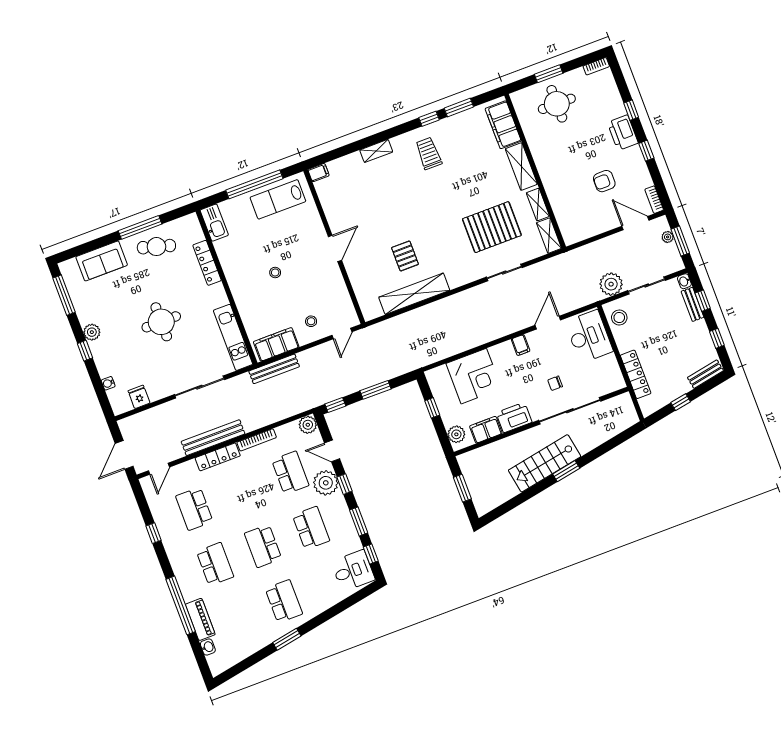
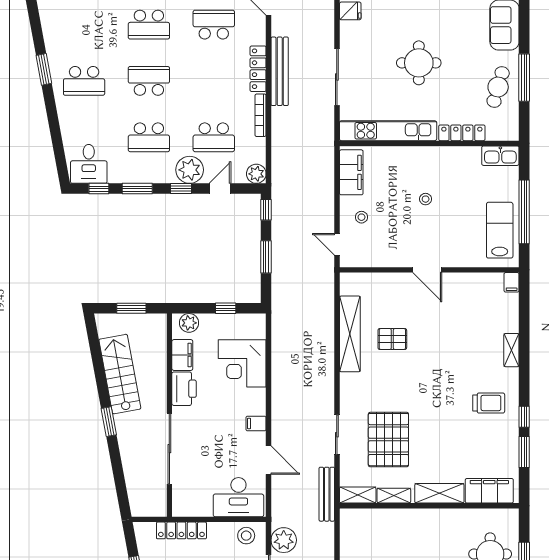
kitchen unit: (233, 337) -> (388, 131), width x1.36
bench: (274, 369) -> (327, 494), moved
chair: (555, 383) -> (203, 444), removed
stairs: (545, 463) -> (120, 374), moved

